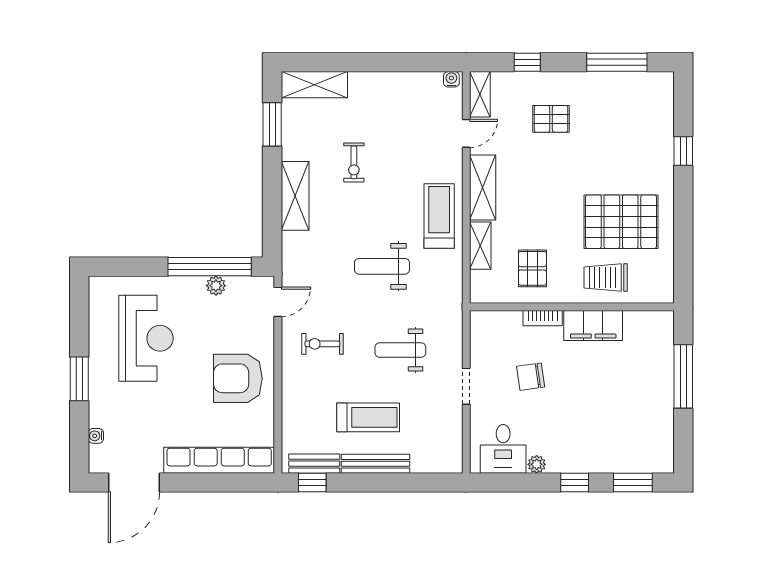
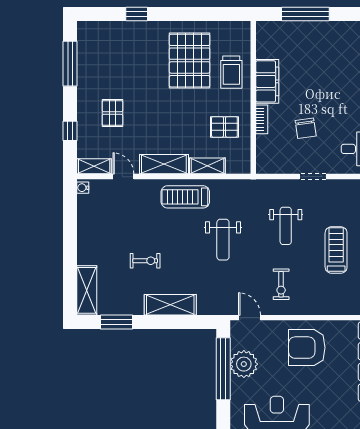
plant: (216, 286) -> (244, 364), width x1.87, depth x1.87
armchair: (238, 378) -> (307, 348), turned 90

